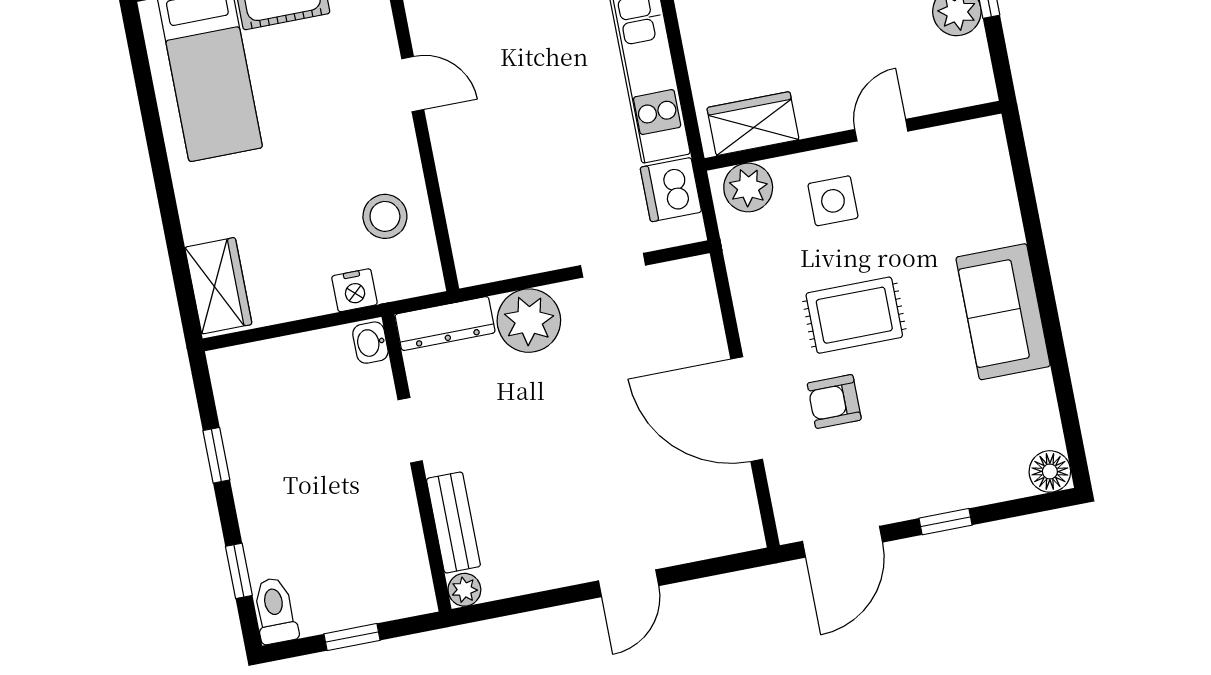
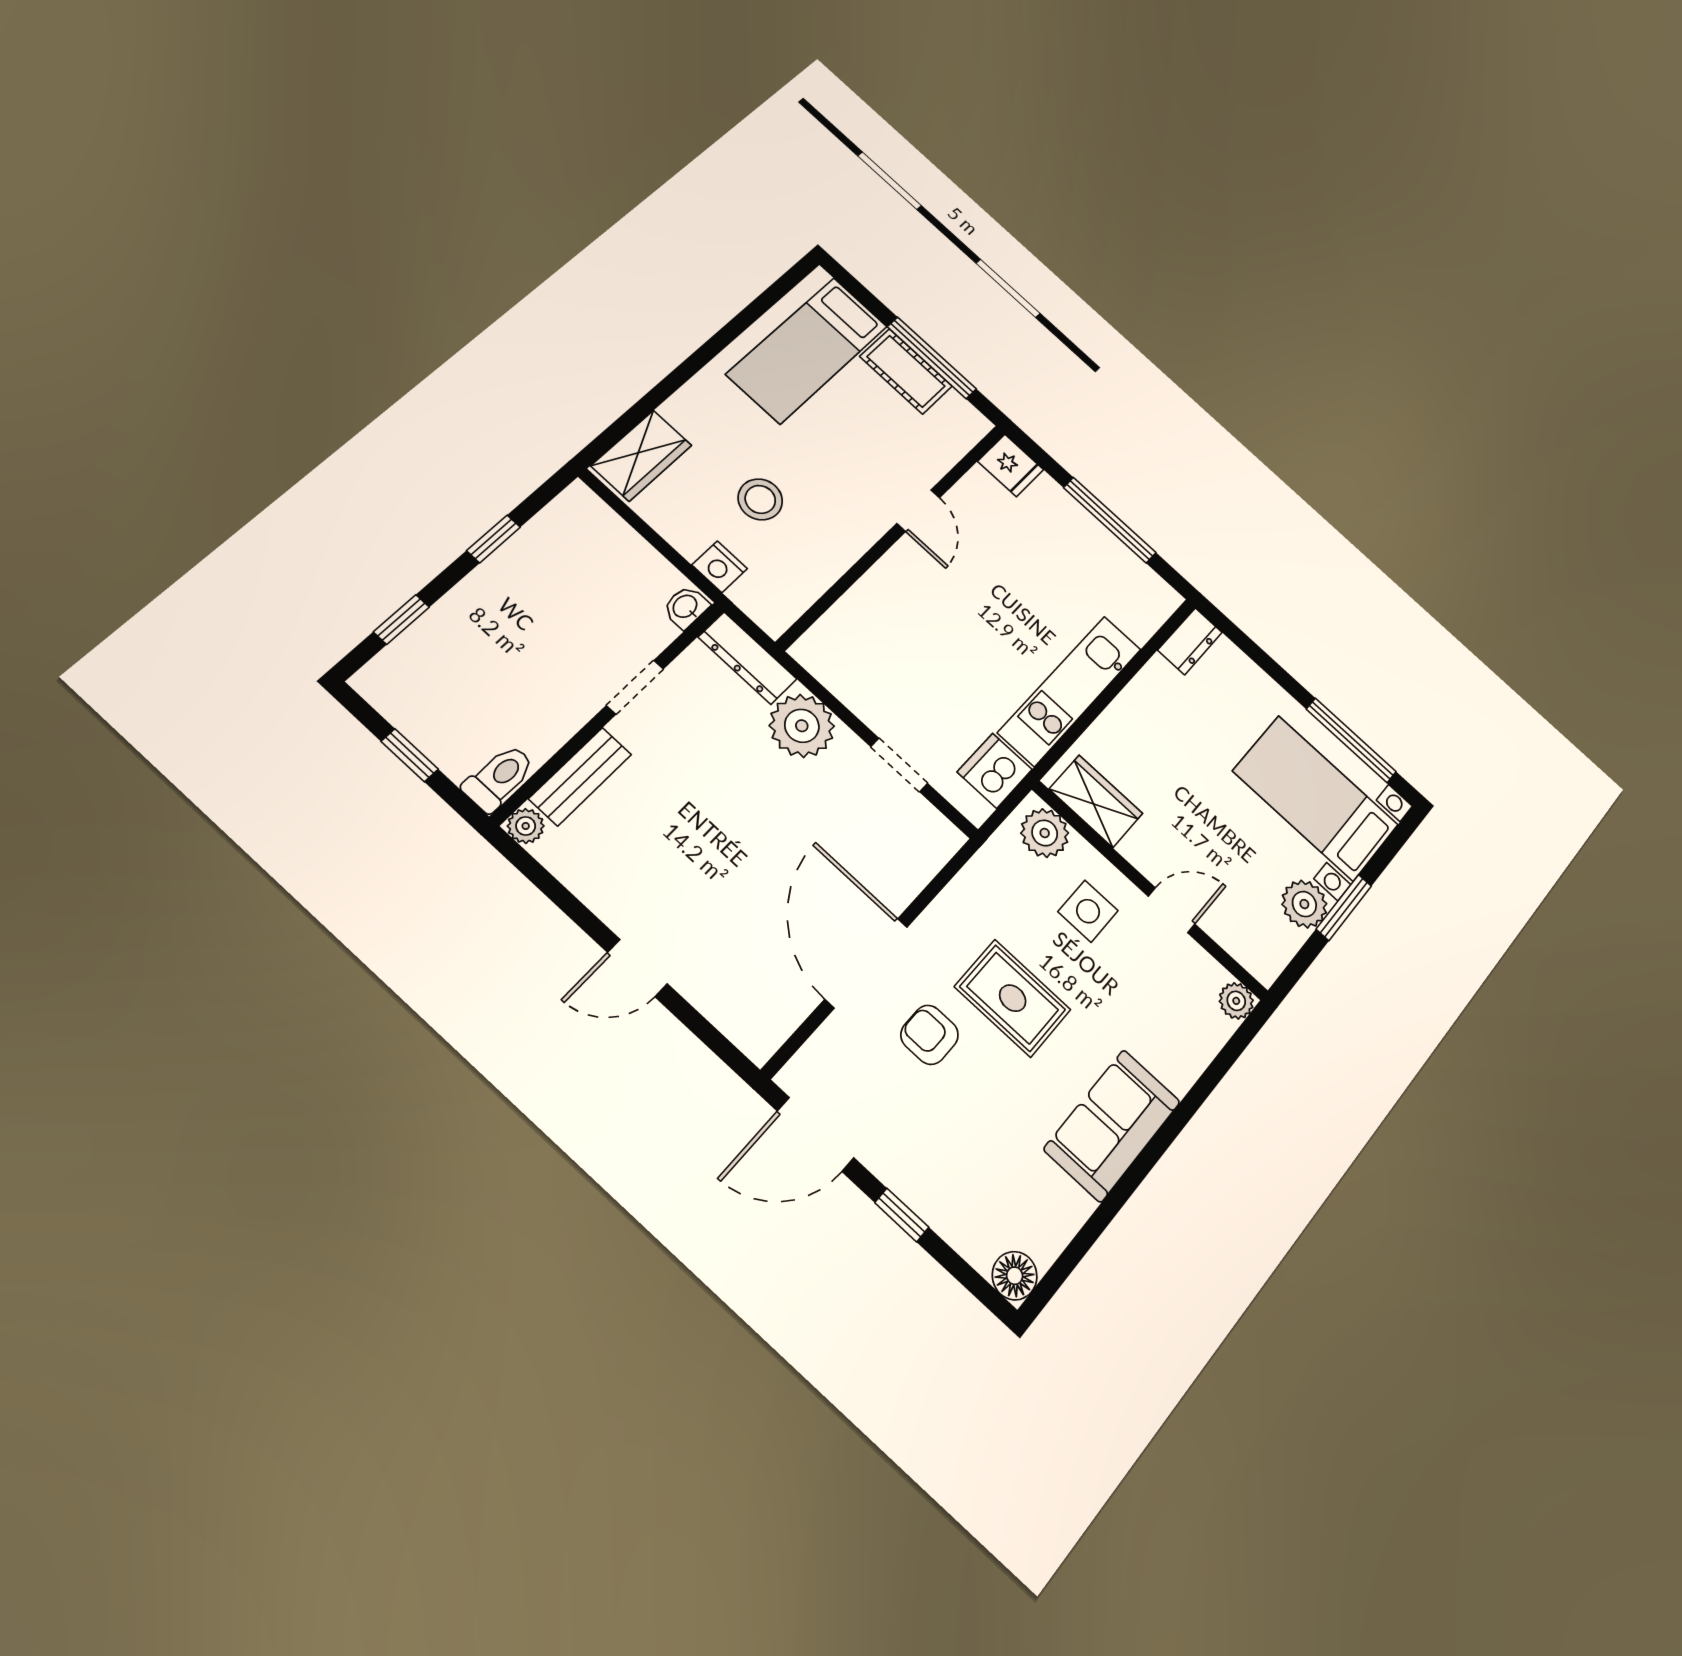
plant: (987, 134) -> (1236, 1001), added
stool: (385, 216) -> (760, 499), moved
toilet: (275, 611) -> (499, 778), moved

